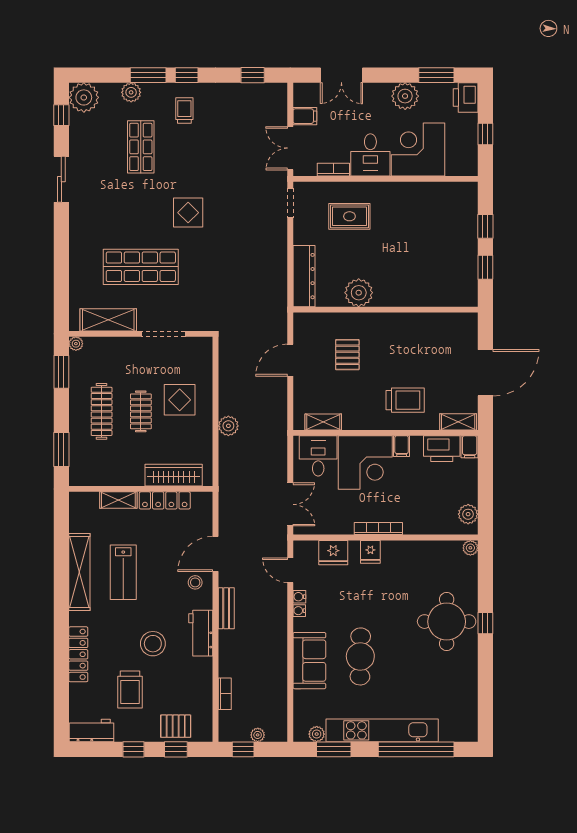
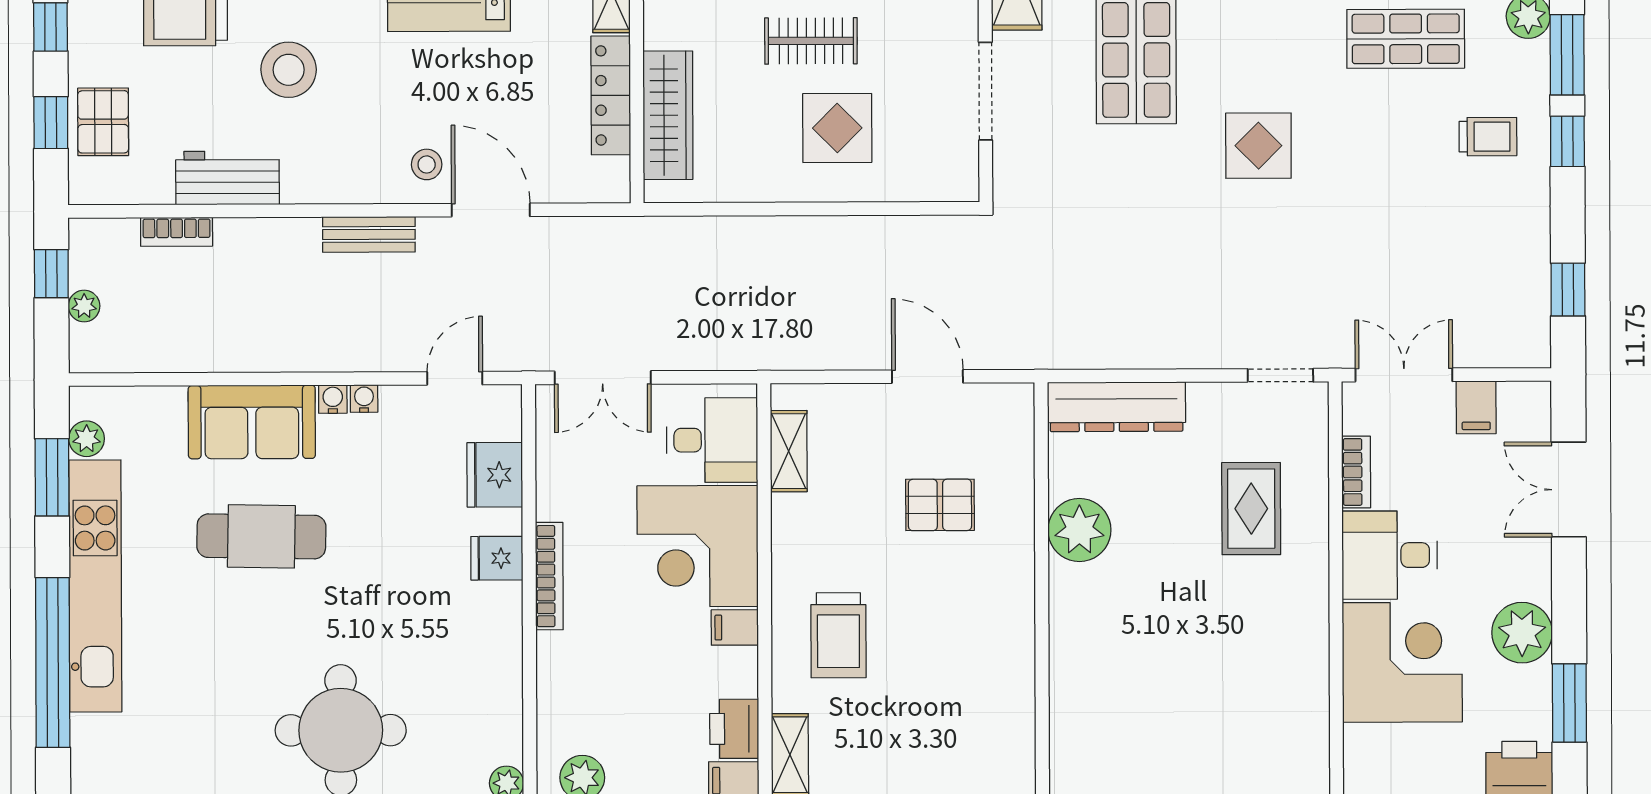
plant: (228, 426) -> (779, 238), removed
printer: (442, 449) -> (734, 729), width x0.73, depth x0.84
water cooler: (299, 597) -> (333, 399), moved
workbench: (201, 633) -> (228, 178), moved

